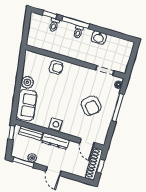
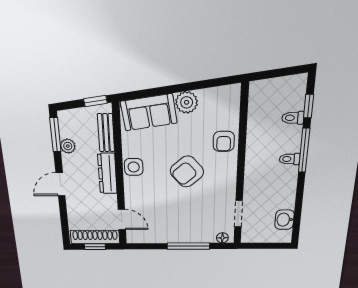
washbasin: (99, 38) -> (284, 220), moved
armchair: (91, 106) -> (187, 172), moved
door: (87, 143) -> (122, 219), swing flipped

